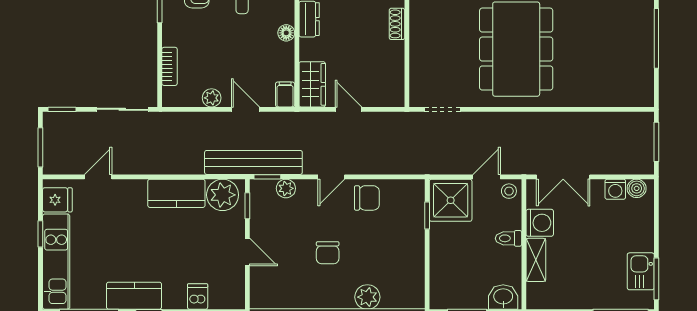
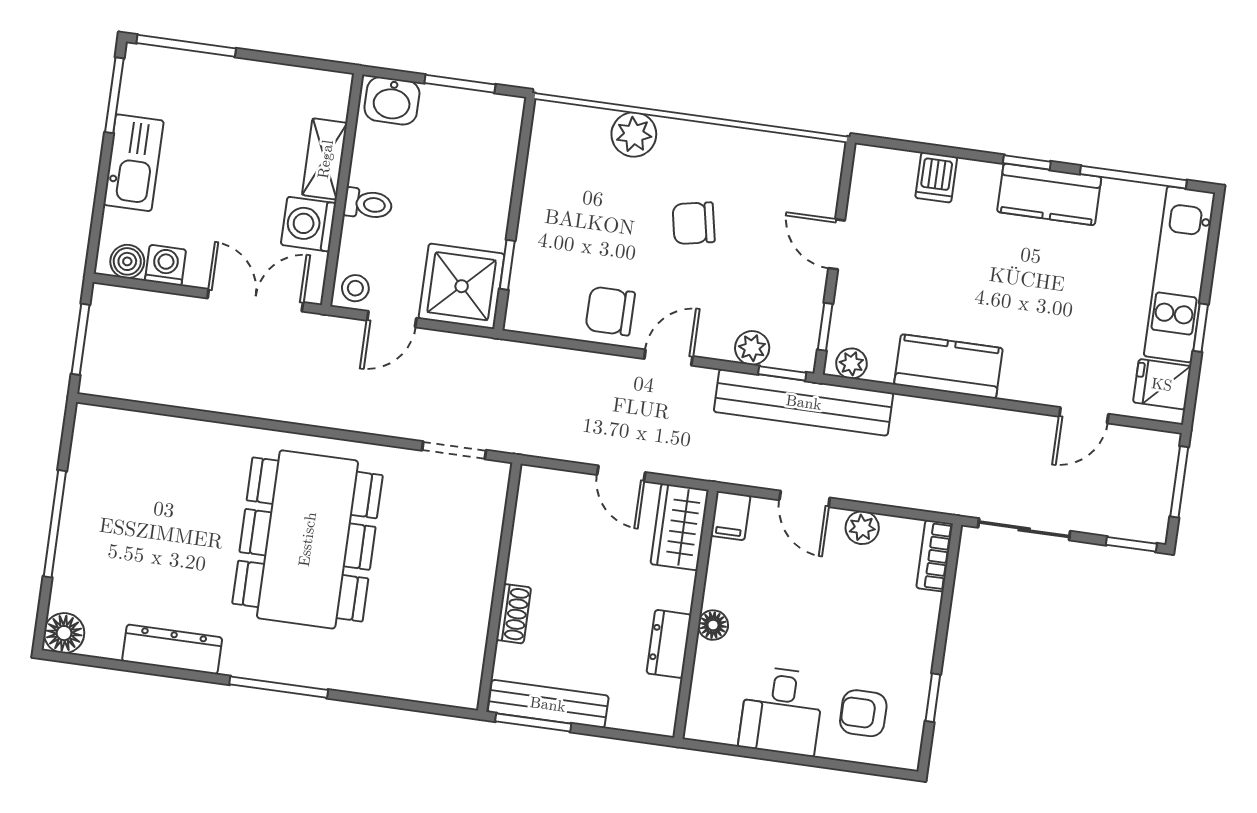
bookcase: (170, 66) -> (935, 556), moved
plant: (223, 195) -> (851, 364), width x0.53, depth x0.53
chair: (328, 253) -> (694, 223), turned -101
kitchen sink: (641, 271) -> (133, 163), moved, width x1.38

